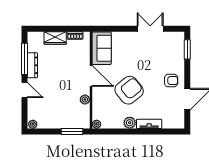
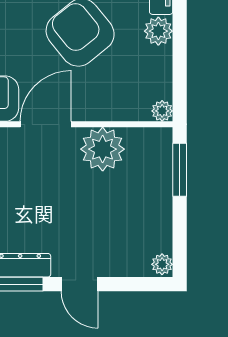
door: (25, 90) -> (79, 284), swing flipped
plant: (85, 99) -> (103, 149), width x1.88, depth x1.88

